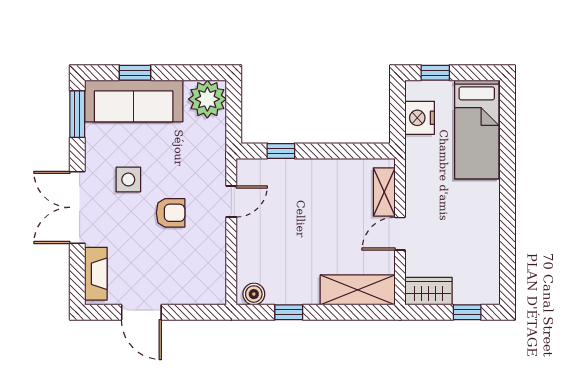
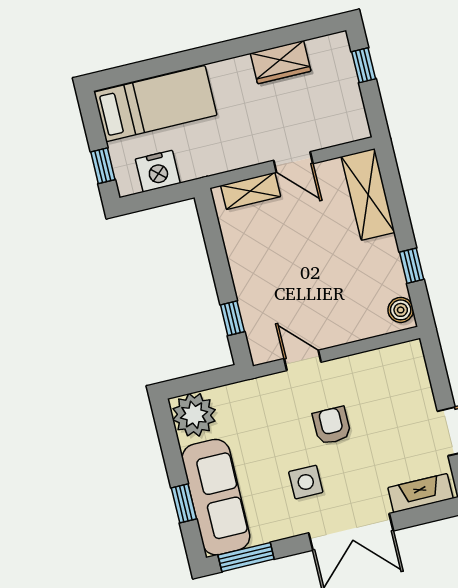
wardrobe: (429, 291) -> (281, 62), moved, turned -90

